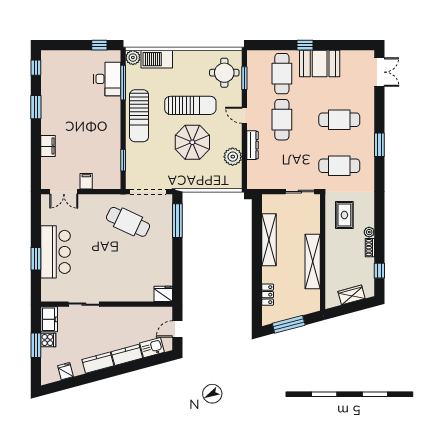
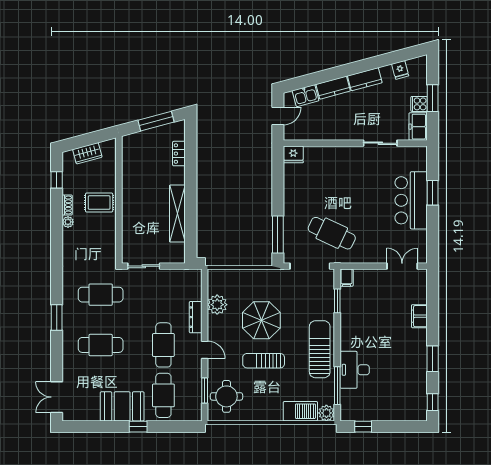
desk: (107, 79) -> (355, 370), moved
sun lounger: (190, 105) -> (264, 361), width x0.73, depth x0.75
filing cabinet: (86, 181) -> (347, 278), moved
rug: (344, 215) -> (99, 203), moved, turned 90
shelving: (313, 262) -> (130, 190), removed

